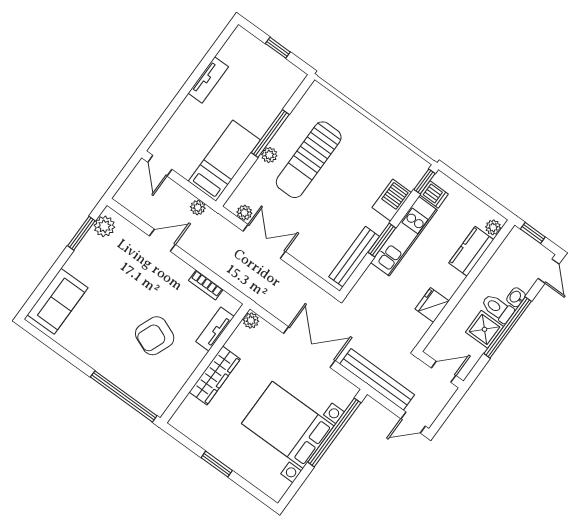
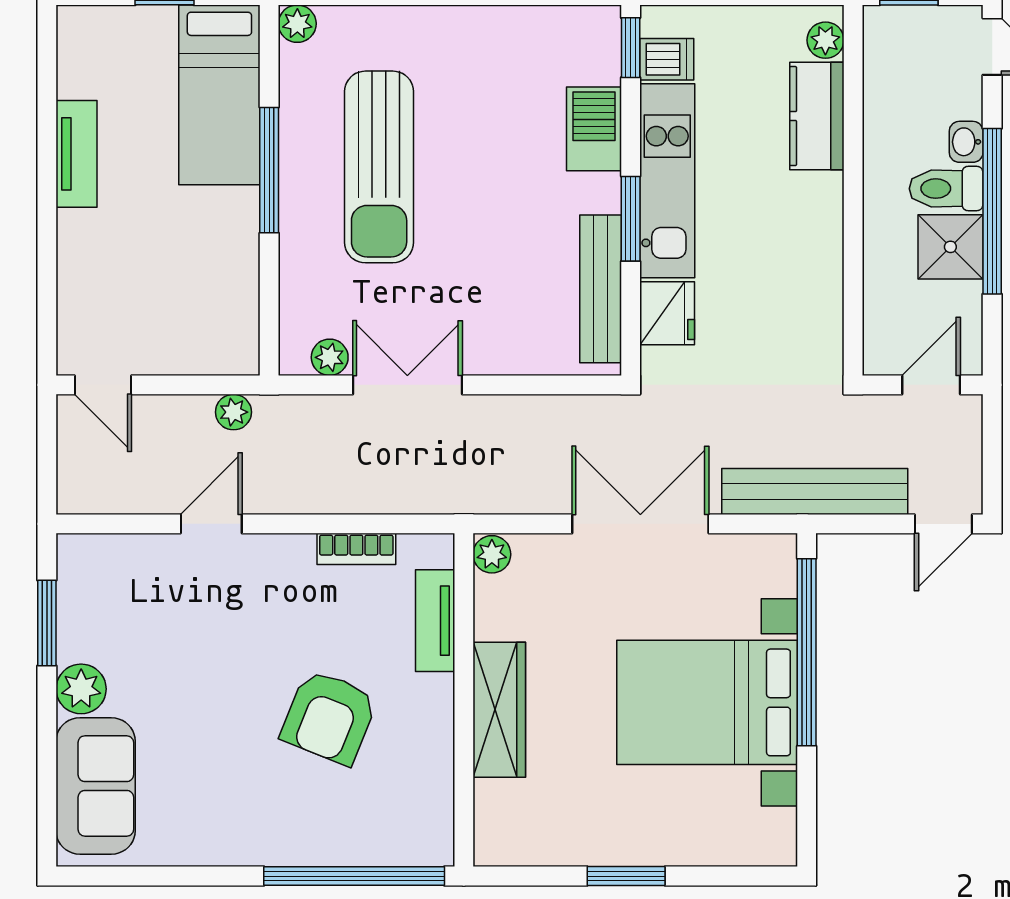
plant: (269, 155) -> (297, 24), moved
bed: (224, 161) -> (219, 95), moved, turned 180
plant: (104, 226) -> (81, 689), moved
fridge: (432, 305) -> (667, 313), moved, turned 180

